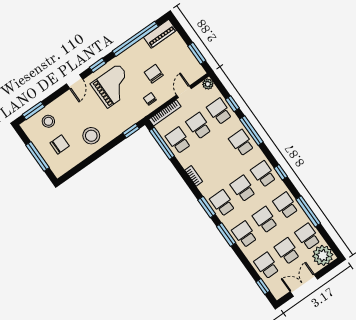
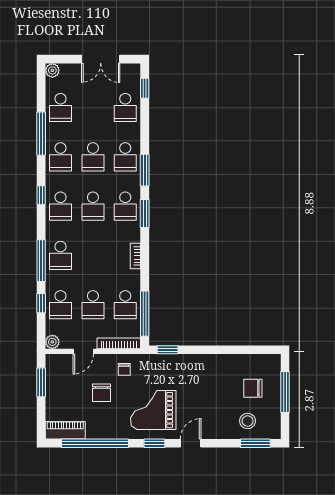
stool: (91, 136) -> (213, 374), removed
school desk: (287, 251) -> (93, 108), removed
plant: (323, 255) -> (52, 70), width x0.53, depth x0.53

